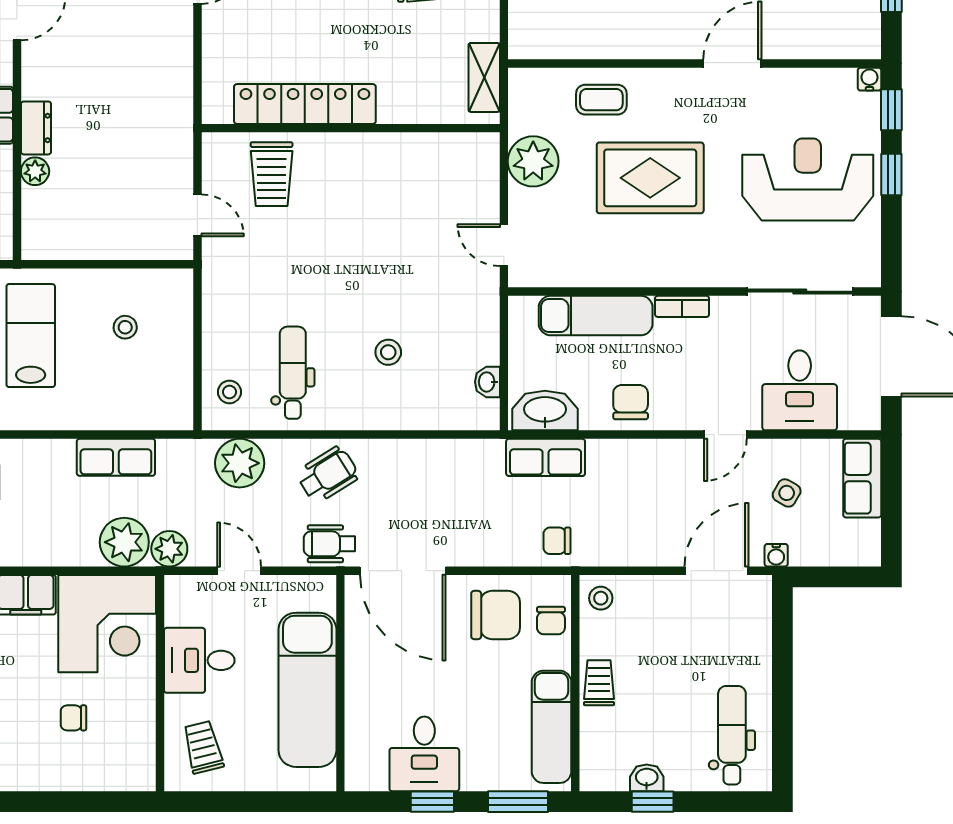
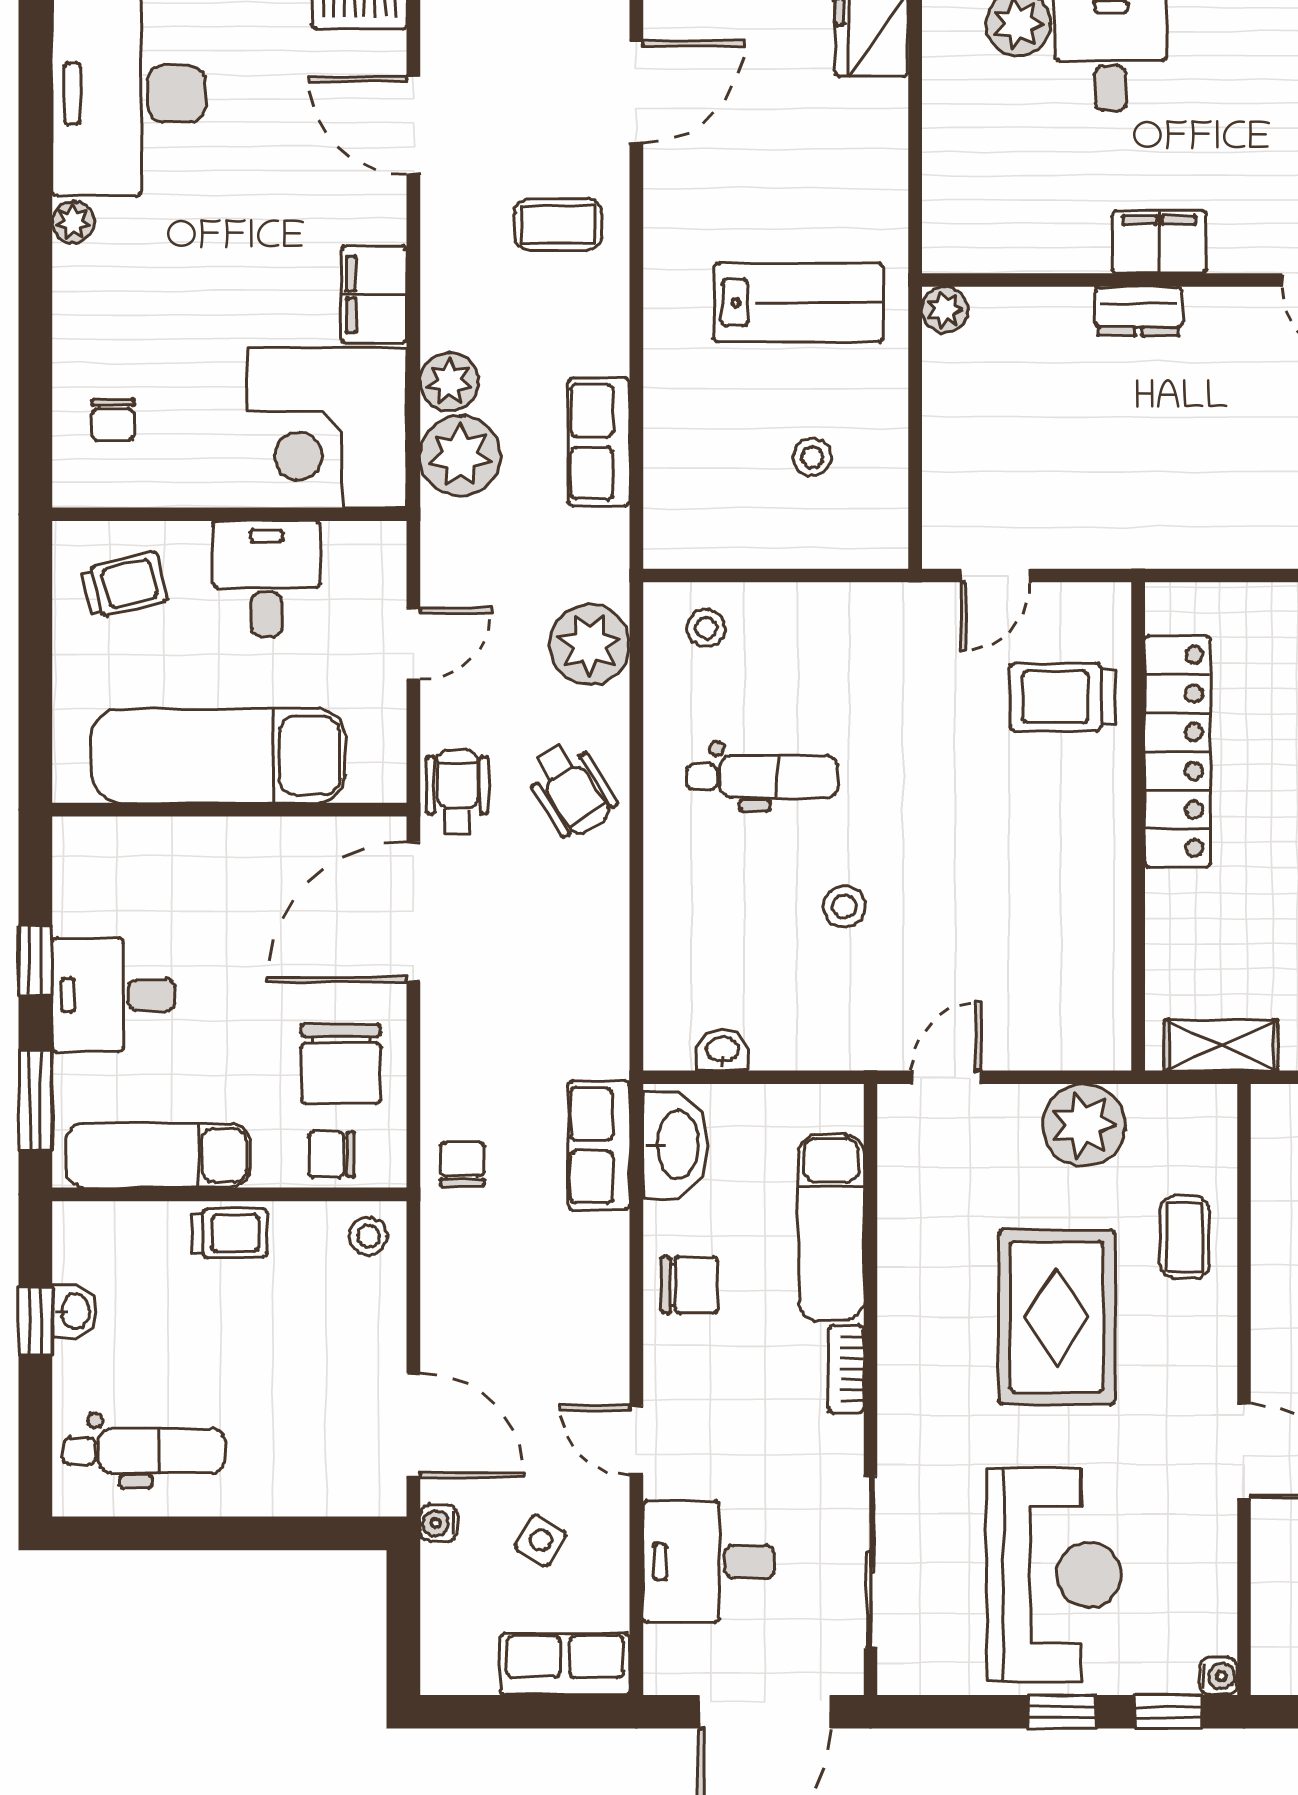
plant: (35, 171) -> (945, 310), moved
stool: (388, 352) -> (845, 907), moved
dental chair: (293, 373) -> (762, 777), moved
plant: (169, 549) -> (449, 382), moved
chair: (73, 718) -> (113, 420), moved, turned 180
desk: (424, 754) -> (113, 995), moved

